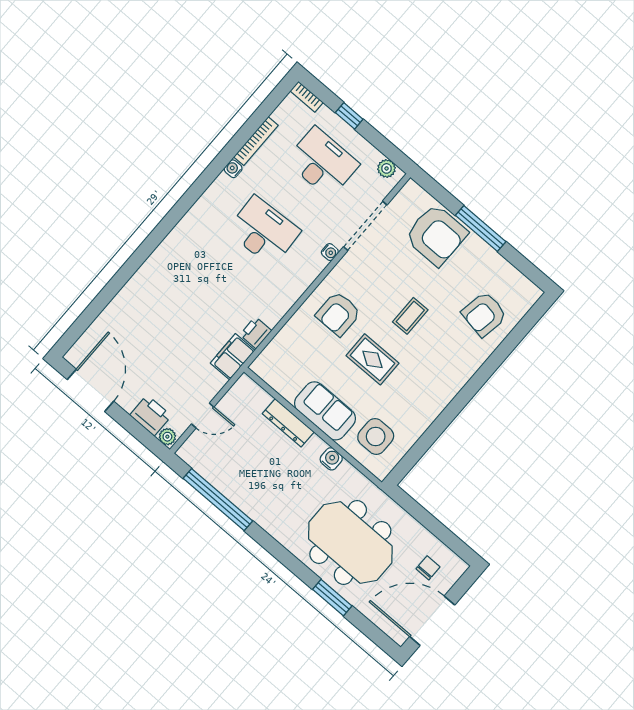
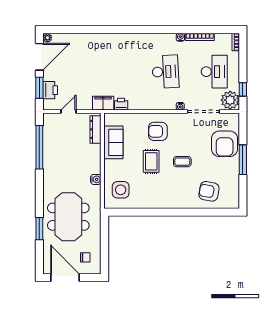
window: (349, 116) -> (243, 89), moved
plant: (387, 168) -> (230, 100), width x1.88, depth x1.88
sofa: (325, 411) -> (113, 142), moved
door: (203, 415) -> (68, 111), swing flipped
dresser: (288, 423) -> (96, 129), moved
window: (134, 428) -> (39, 88), added
plant: (167, 437) -> (47, 38), moved

